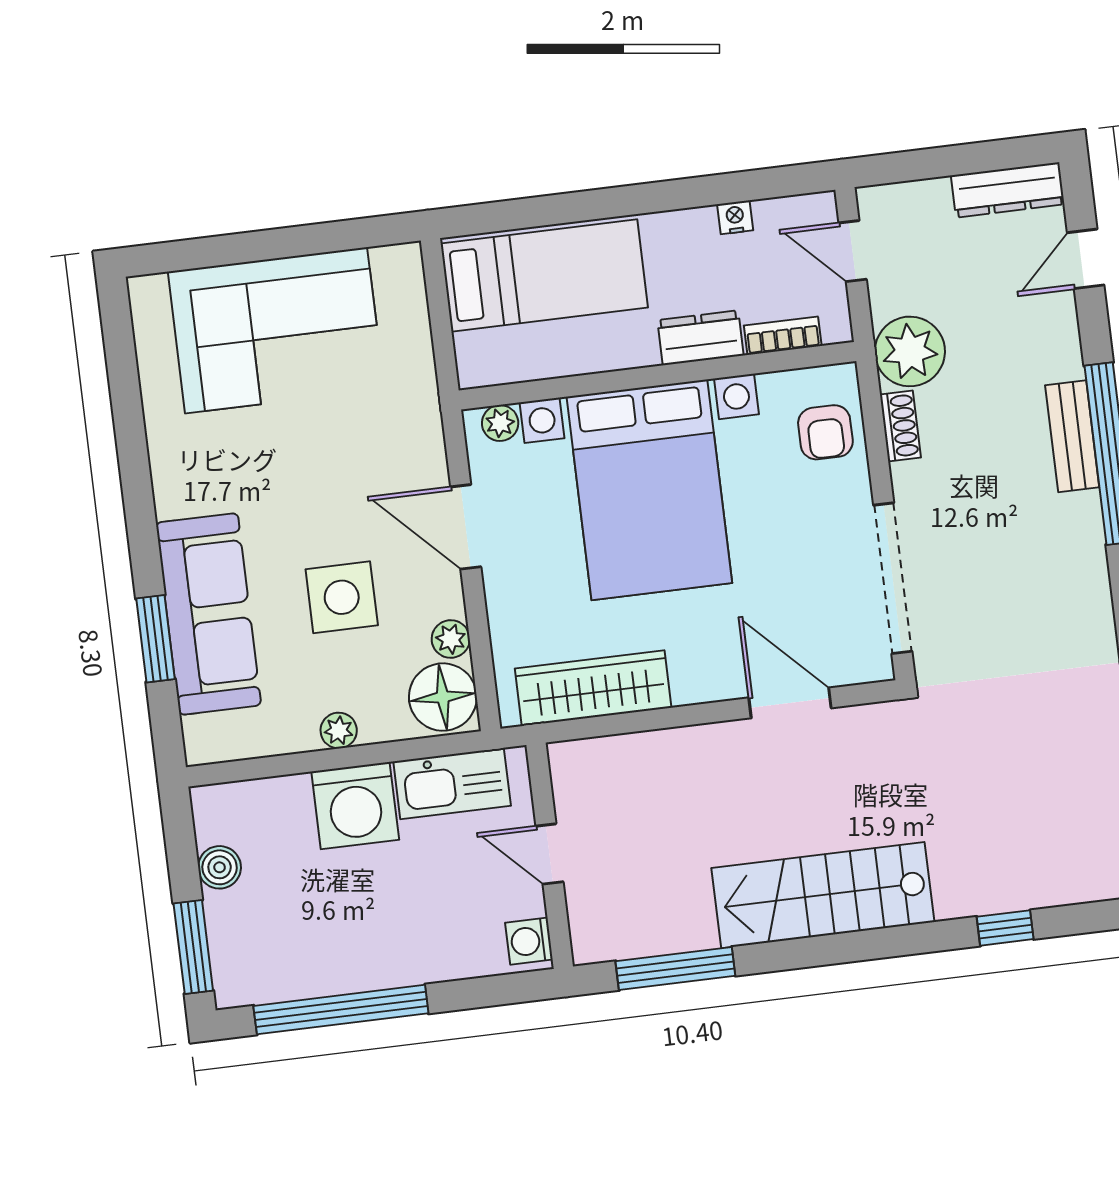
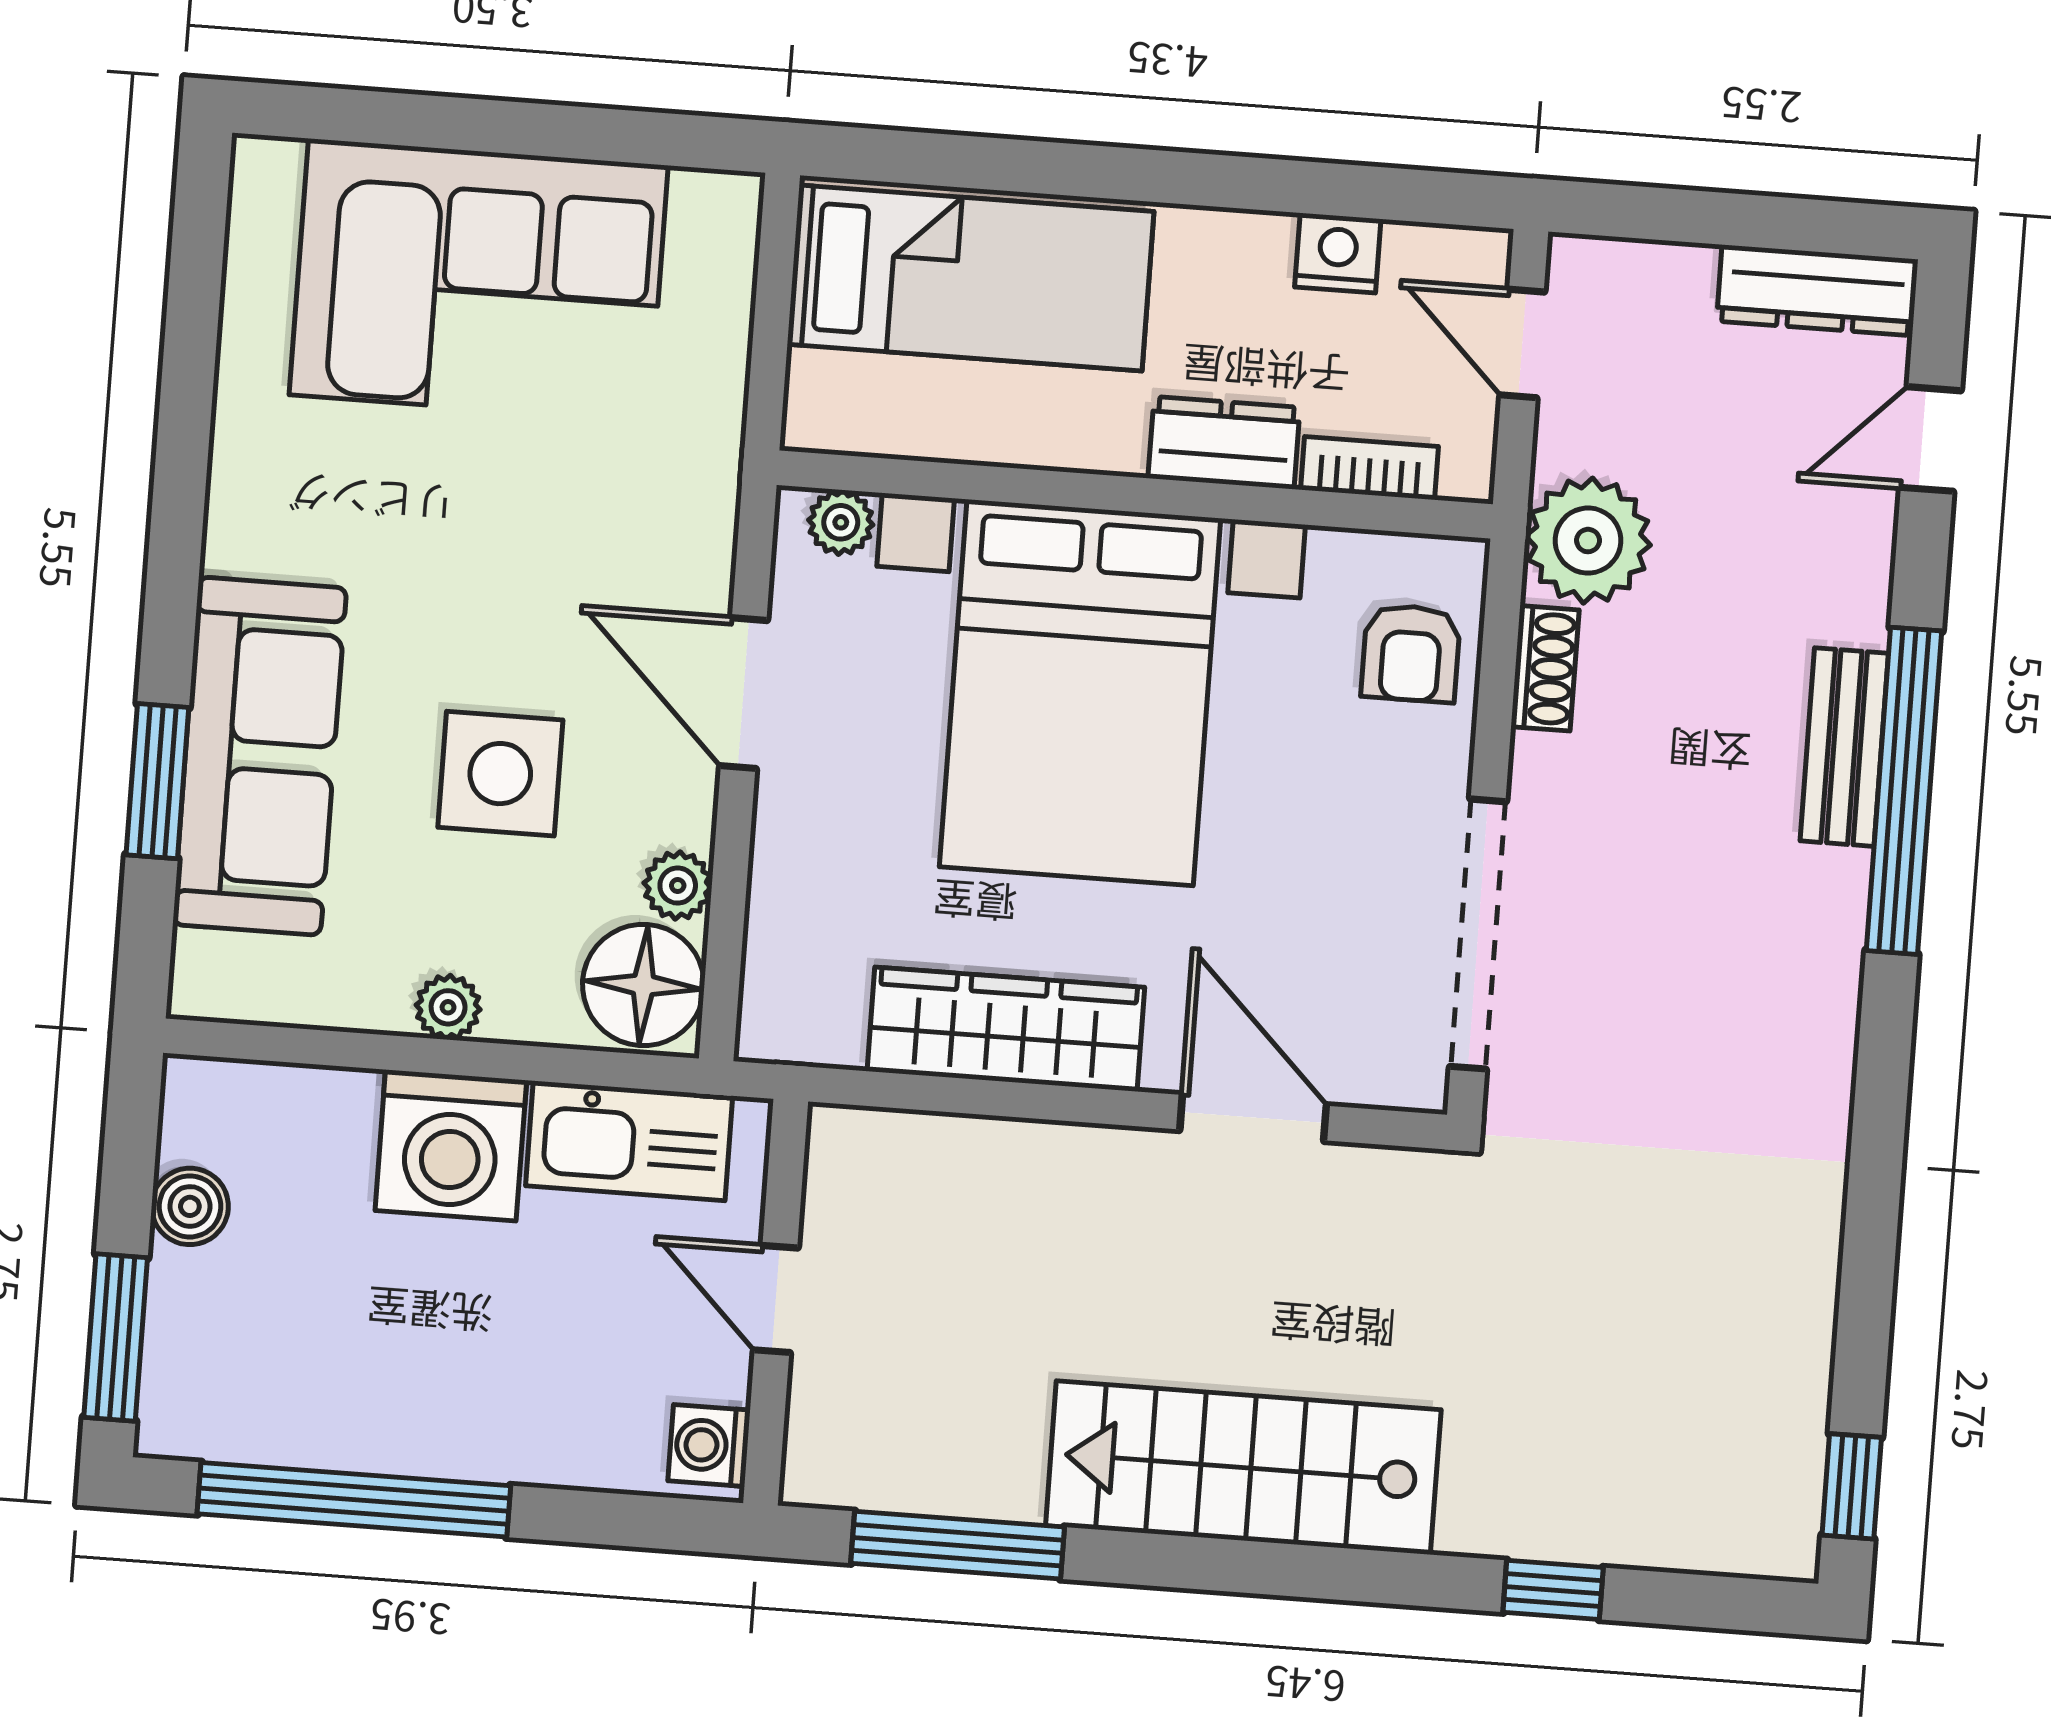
nightstand: (735, 217) -> (1338, 253), width x1.39, depth x1.35
wardrobe: (593, 688) -> (1006, 1029), moved

